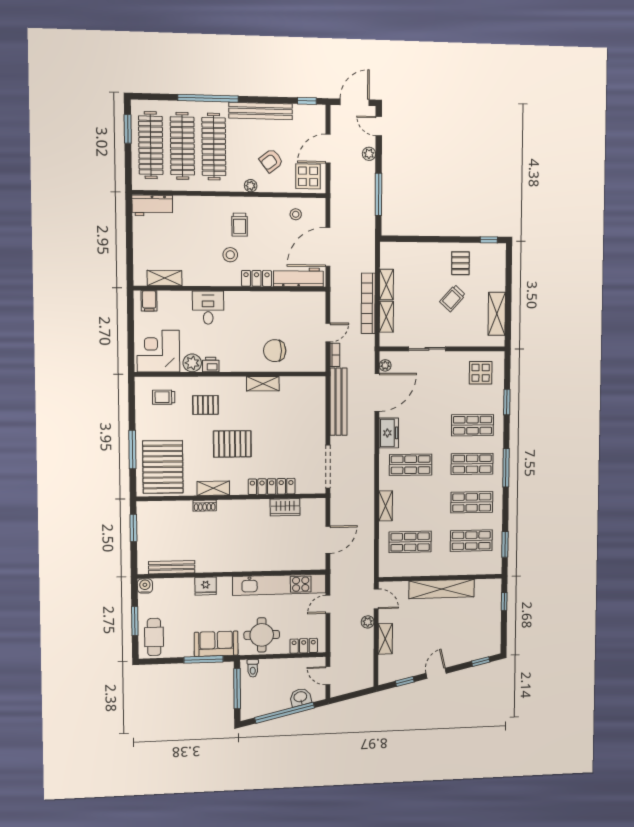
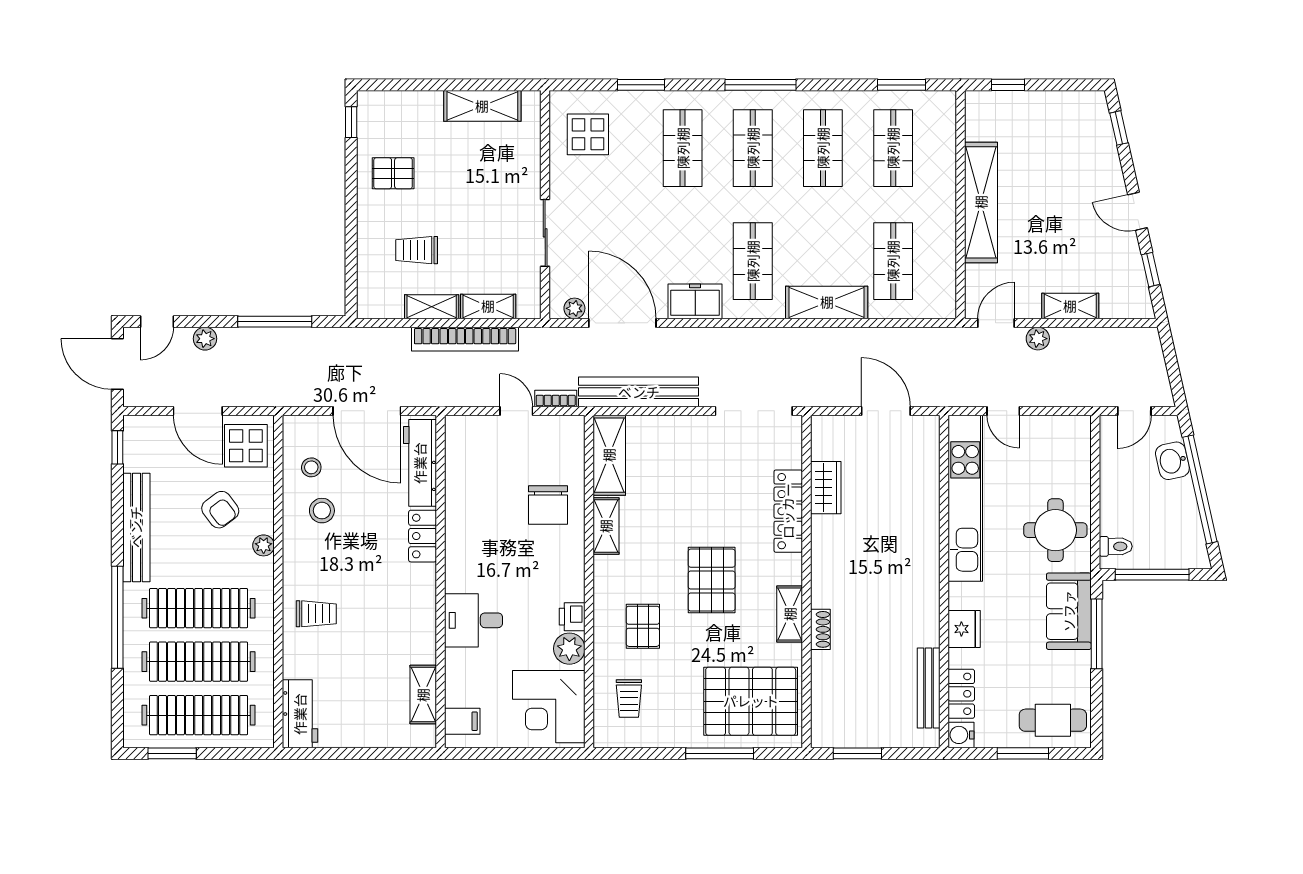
trolley: (240, 225) -> (316, 614), moved
stool: (230, 255) -> (322, 511), moved
trolley: (453, 298) -> (417, 250), moved, turned 138
shelving: (303, 385) -> (609, 455), added
shelving: (386, 506) -> (827, 302), width x1.50, depth x1.33
locker: (304, 646) -> (961, 694), moved, turned 180

